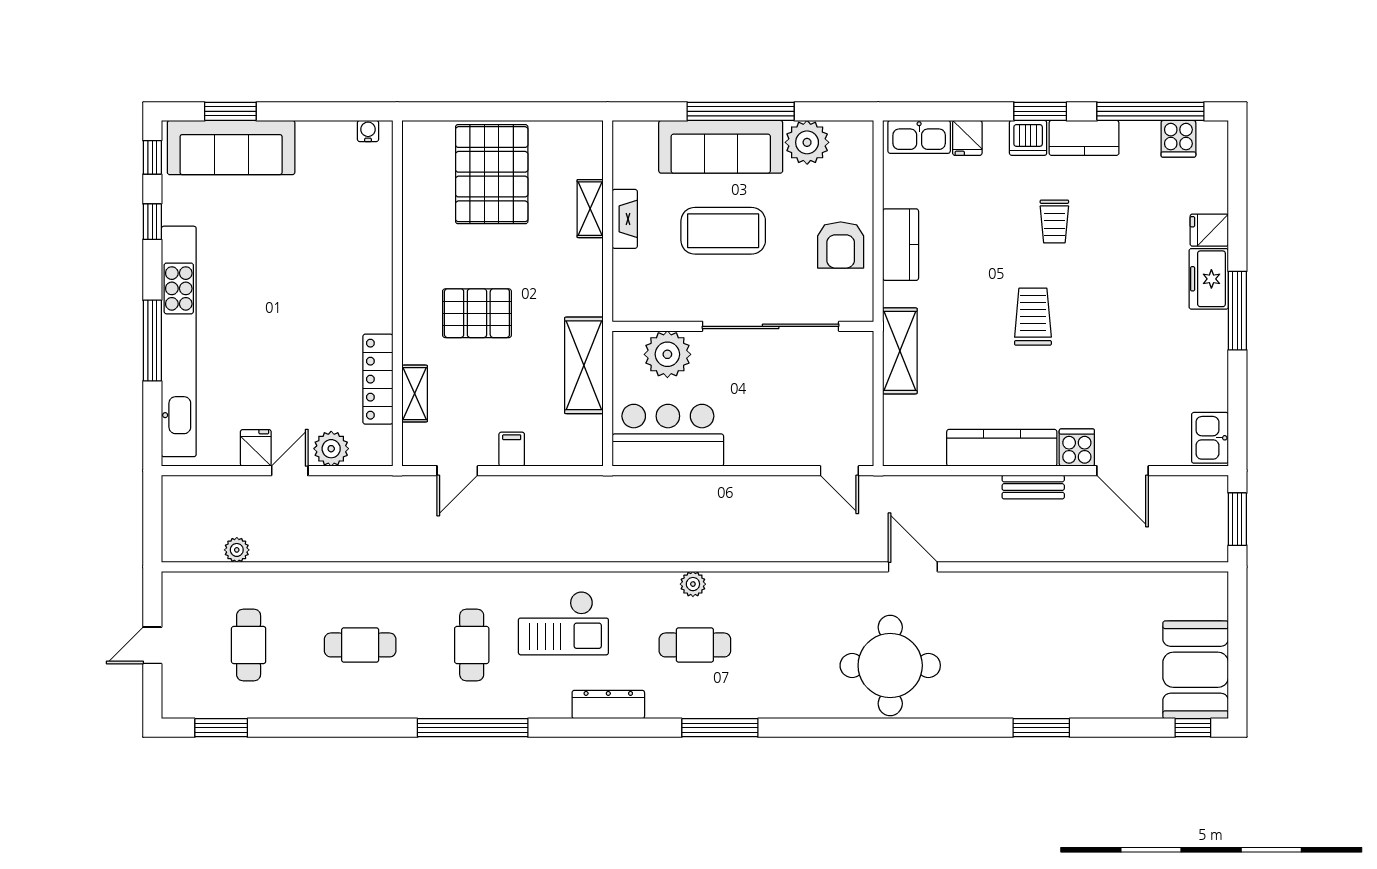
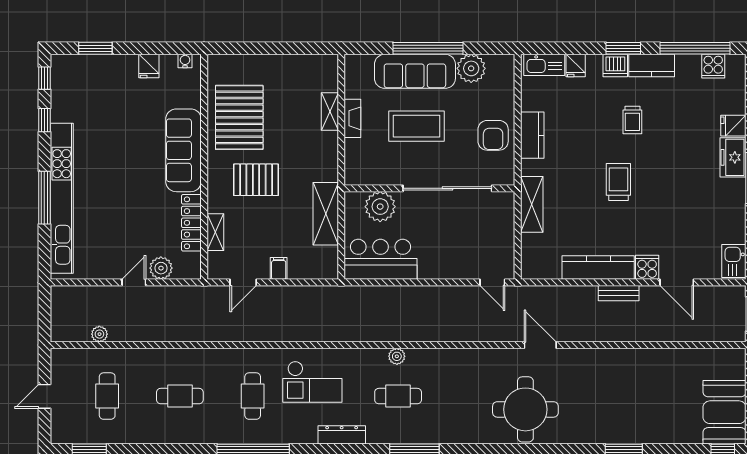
sofa: (231, 148) -> (183, 150), moved, turned 90
pallet: (492, 174) -> (239, 117), moved
fridge: (256, 448) -> (149, 66), moved, turned 180

